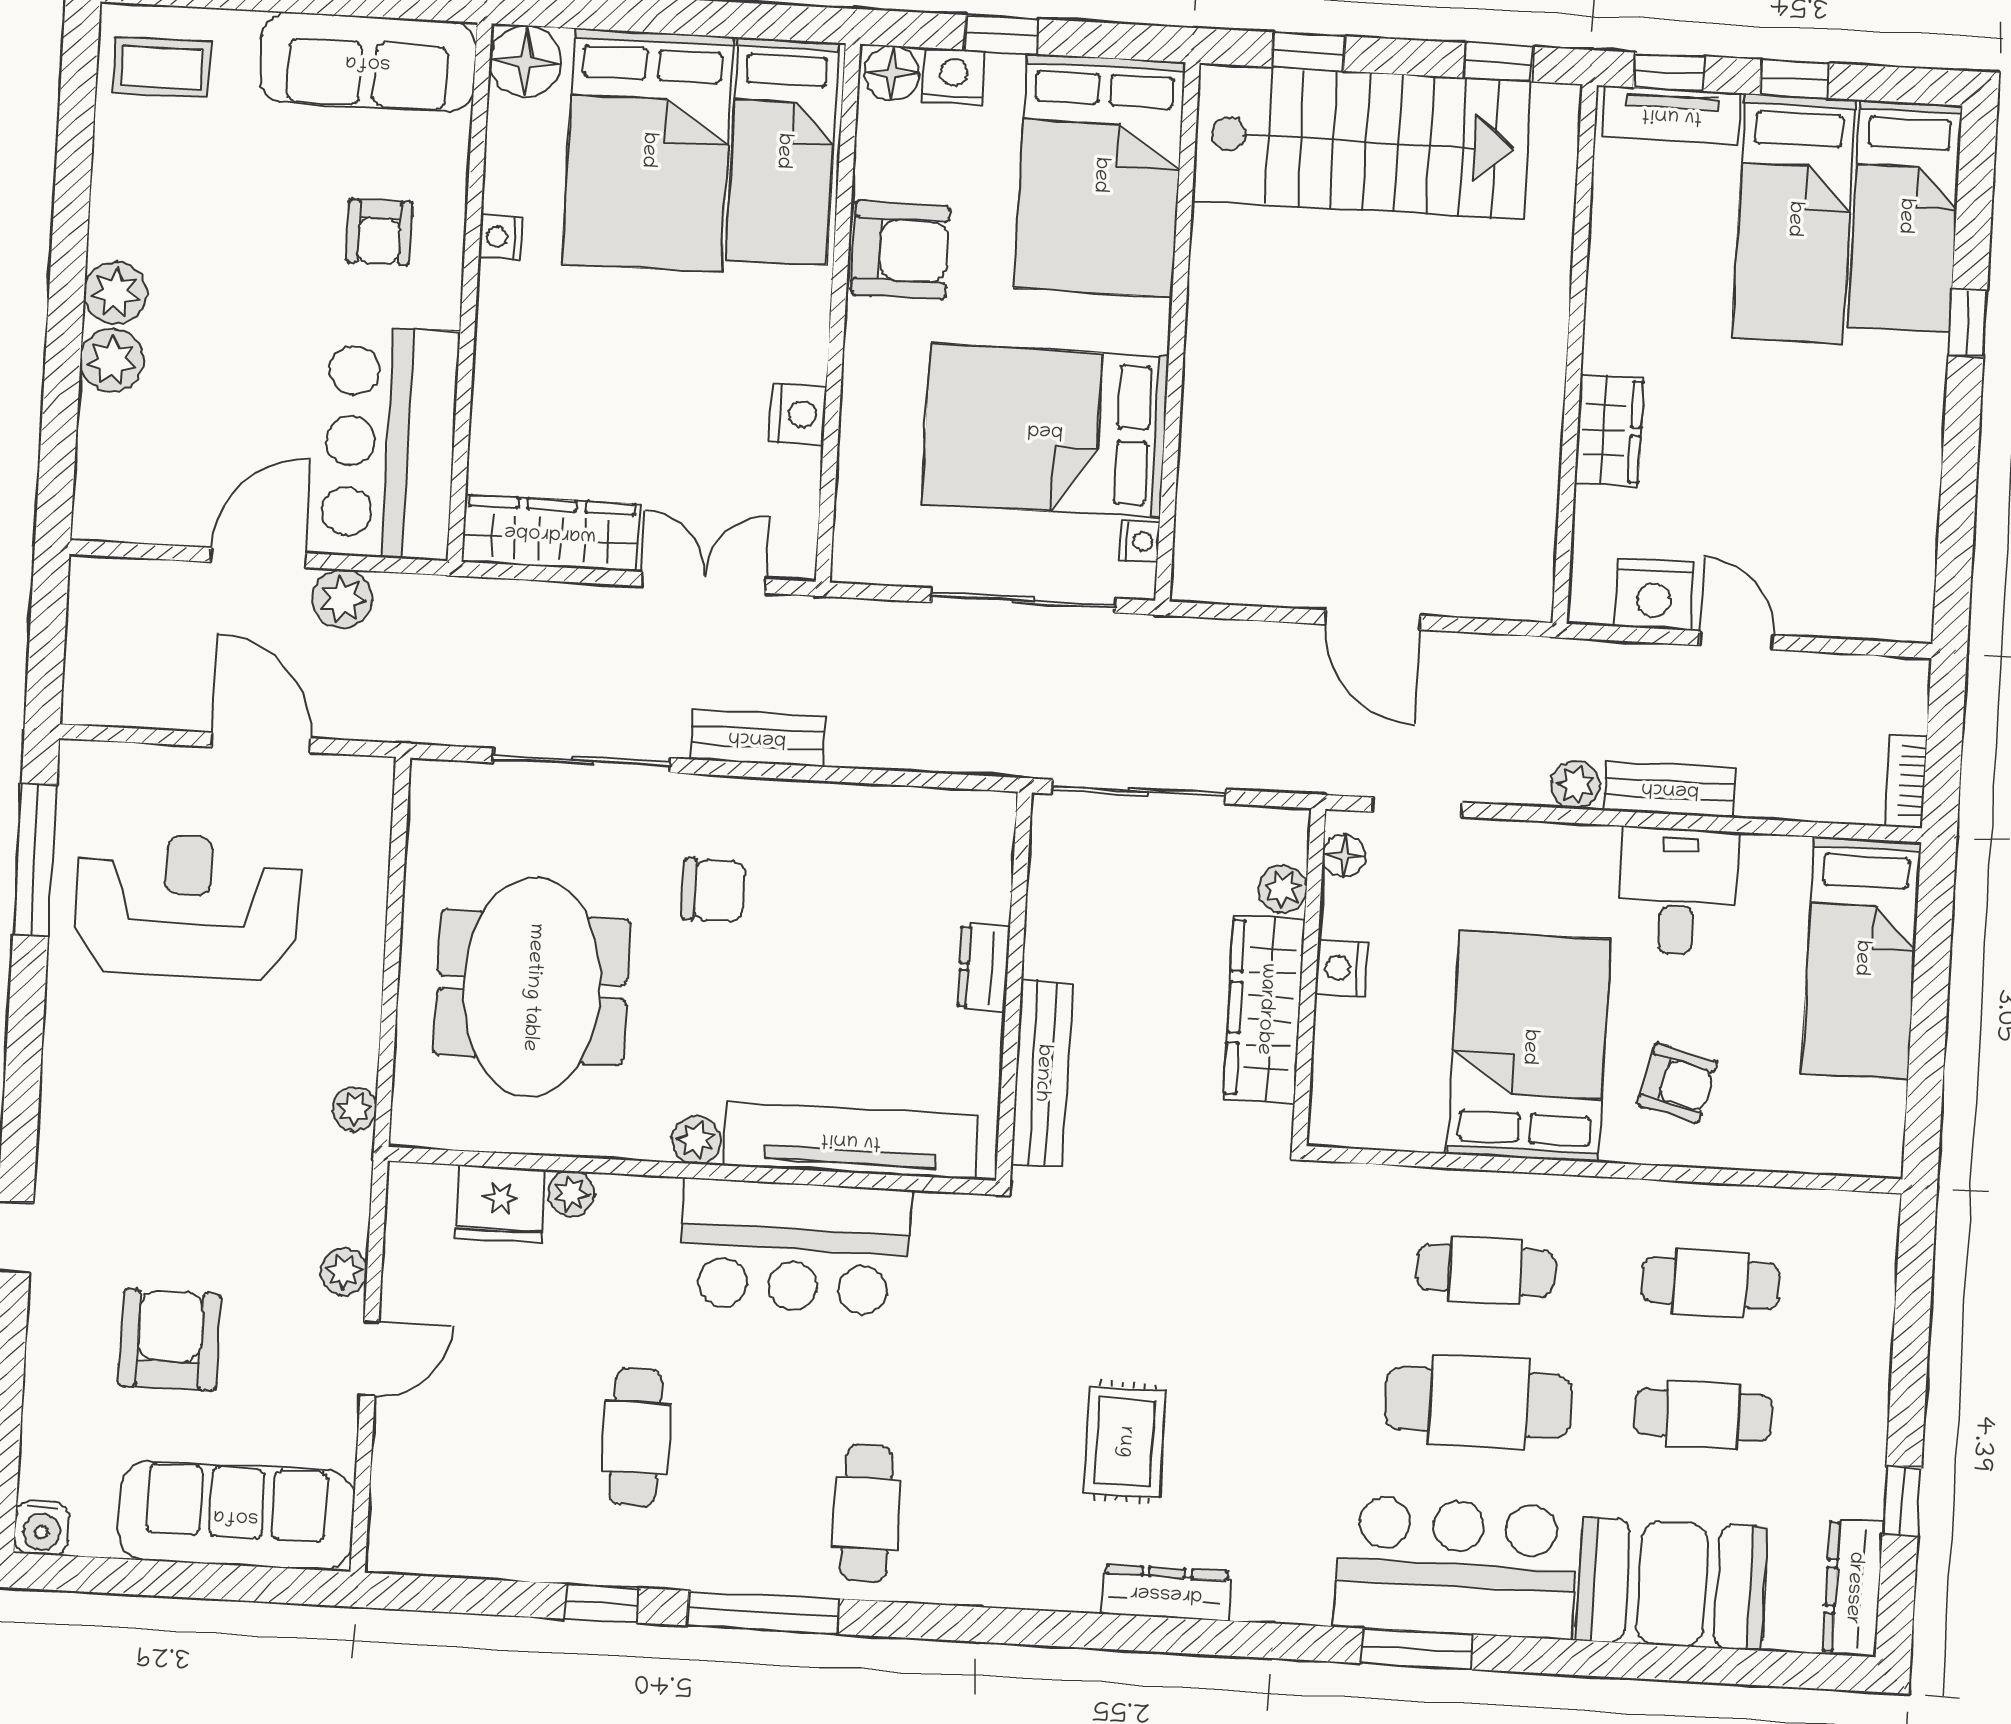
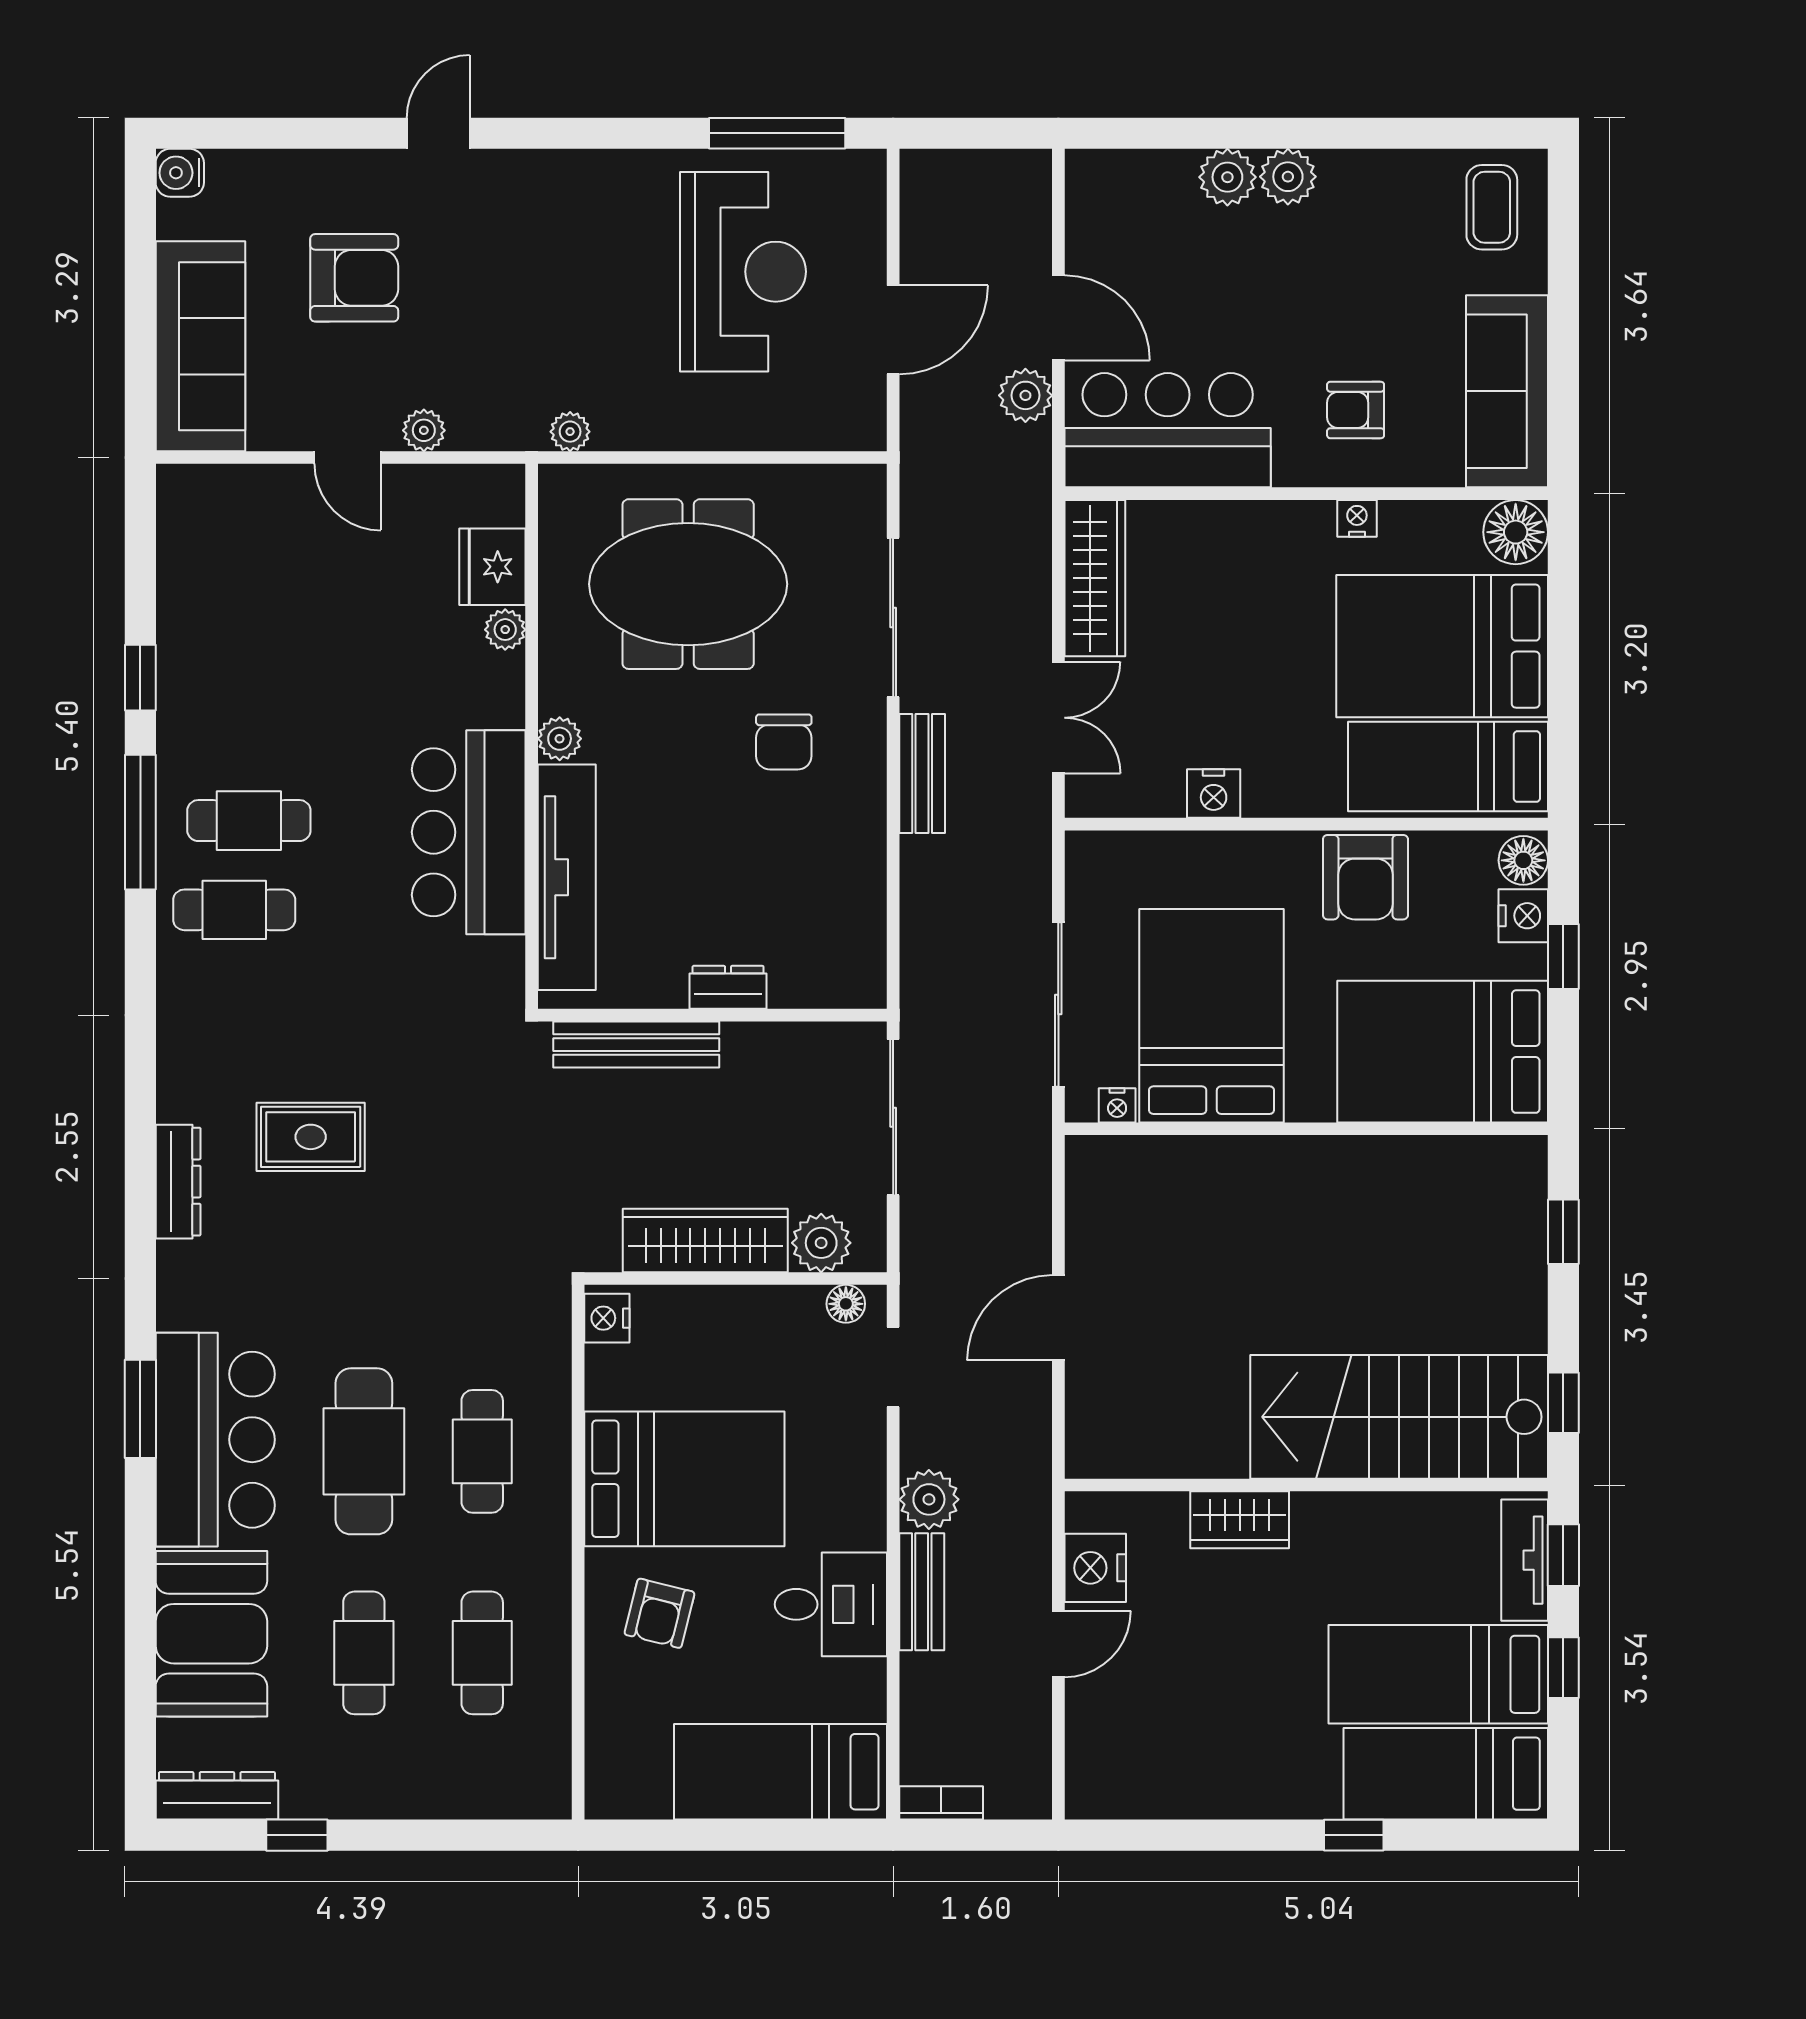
stairs: (1361, 141) -> (1399, 1417), moved, turned 90
plant: (1576, 785) -> (929, 1499), width x1.38, depth x1.38
plant: (1283, 889) -> (821, 1243), width x1.38, depth x1.38
nightstand: (1341, 968) -> (607, 1318), moved, turned -90
cafe table: (636, 1437) -> (249, 821), moved

